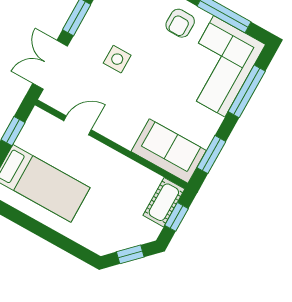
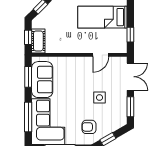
armchair: (180, 23) -> (89, 127), moved, turned -90
sofa: (169, 151) -> (42, 80), moved, turned -90

